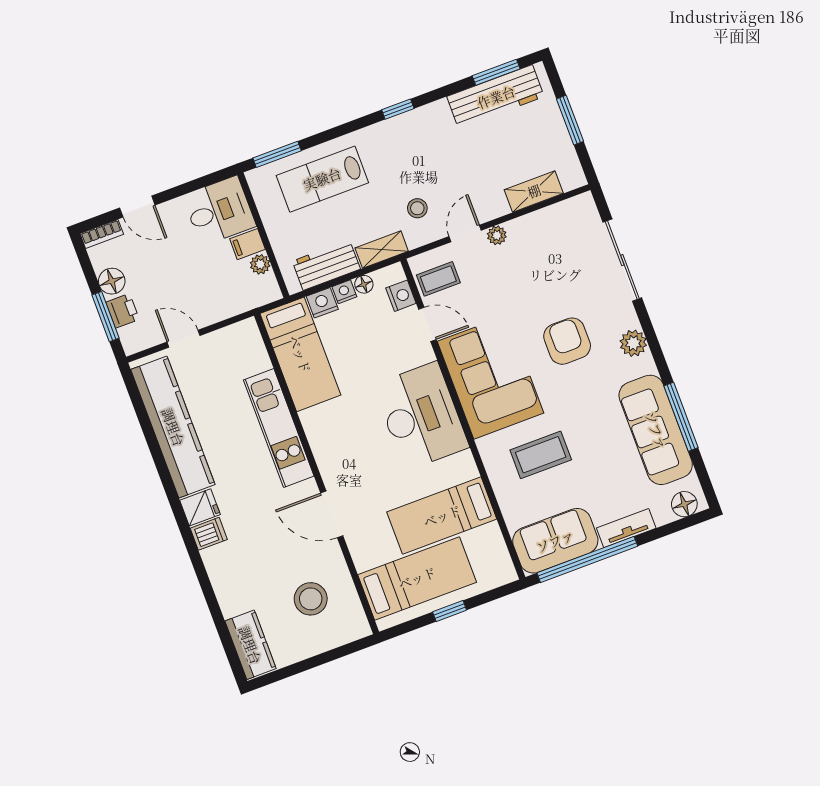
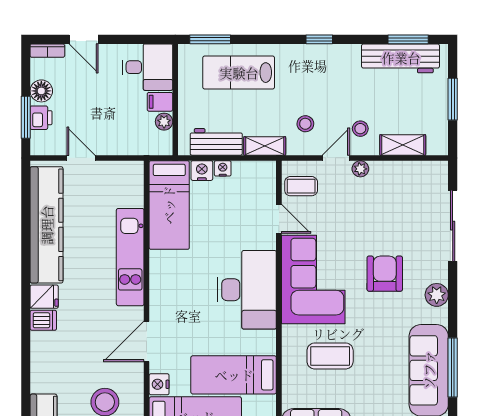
stool: (480, 191) -> (360, 129), added
floor lamp: (364, 284) -> (240, 168), removed
nightstand: (401, 296) -> (159, 384), moved, turned 180
door: (332, 514) -> (147, 341), hinge flipped

